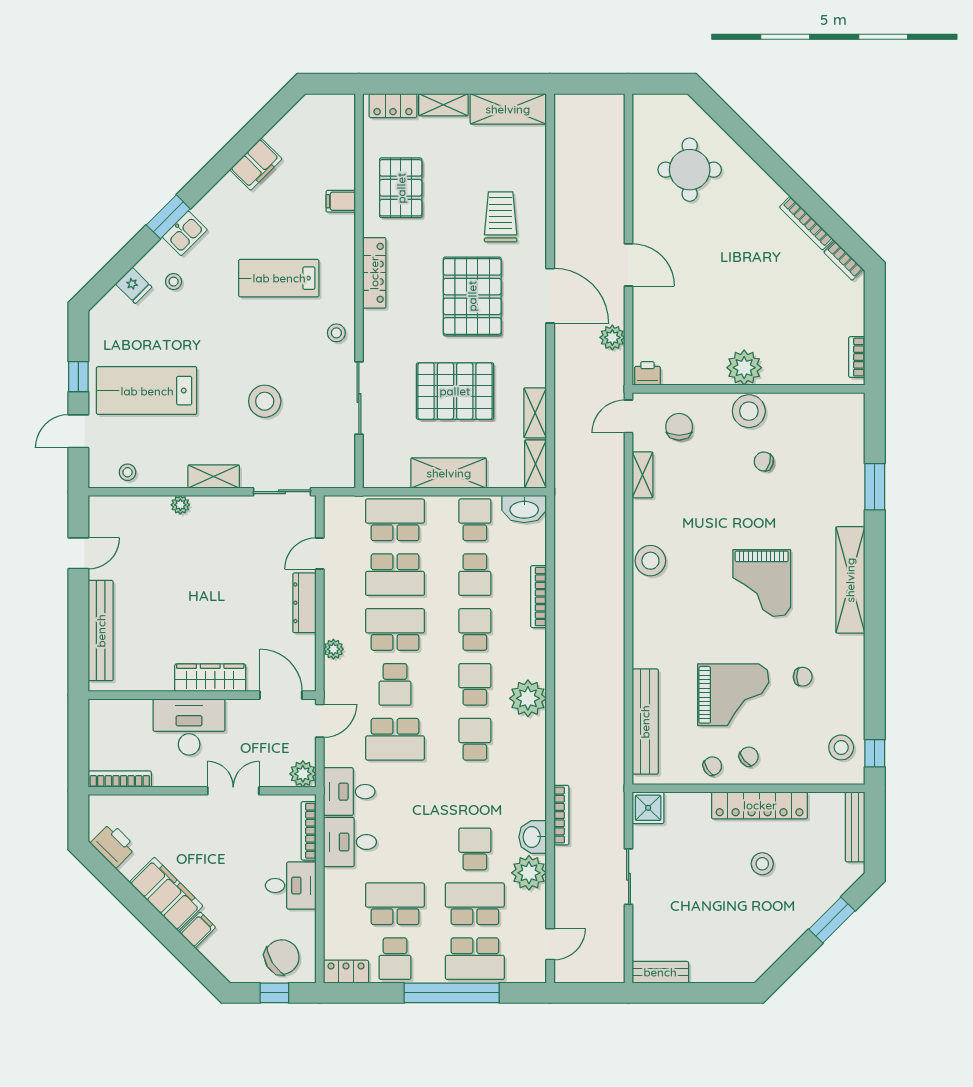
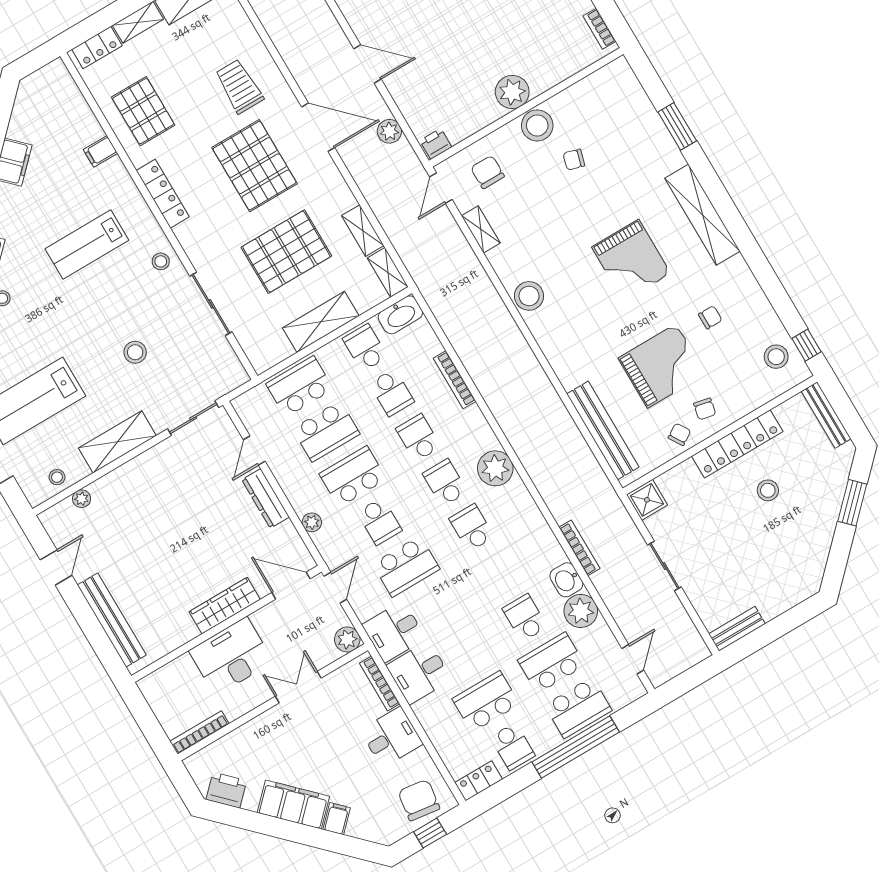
stool: (265, 401) -> (135, 352), width x0.73, depth x0.73
shelving: (214, 477) -> (117, 442), width x1.50, depth x1.33
plant: (180, 505) -> (82, 499), moved
chair: (749, 757) -> (705, 409), turned 142
chair: (282, 957) -> (419, 800), turned -50

